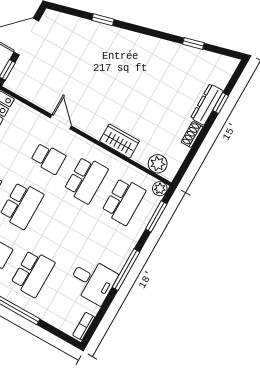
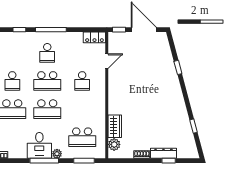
door: (61, 122) -> (107, 61), moved
wardrobe: (119, 141) -> (115, 126), moved
school desk: (86, 180) -> (47, 109), moved
plant: (160, 189) -> (57, 154), moved
desk: (93, 281) -> (39, 145), moved

